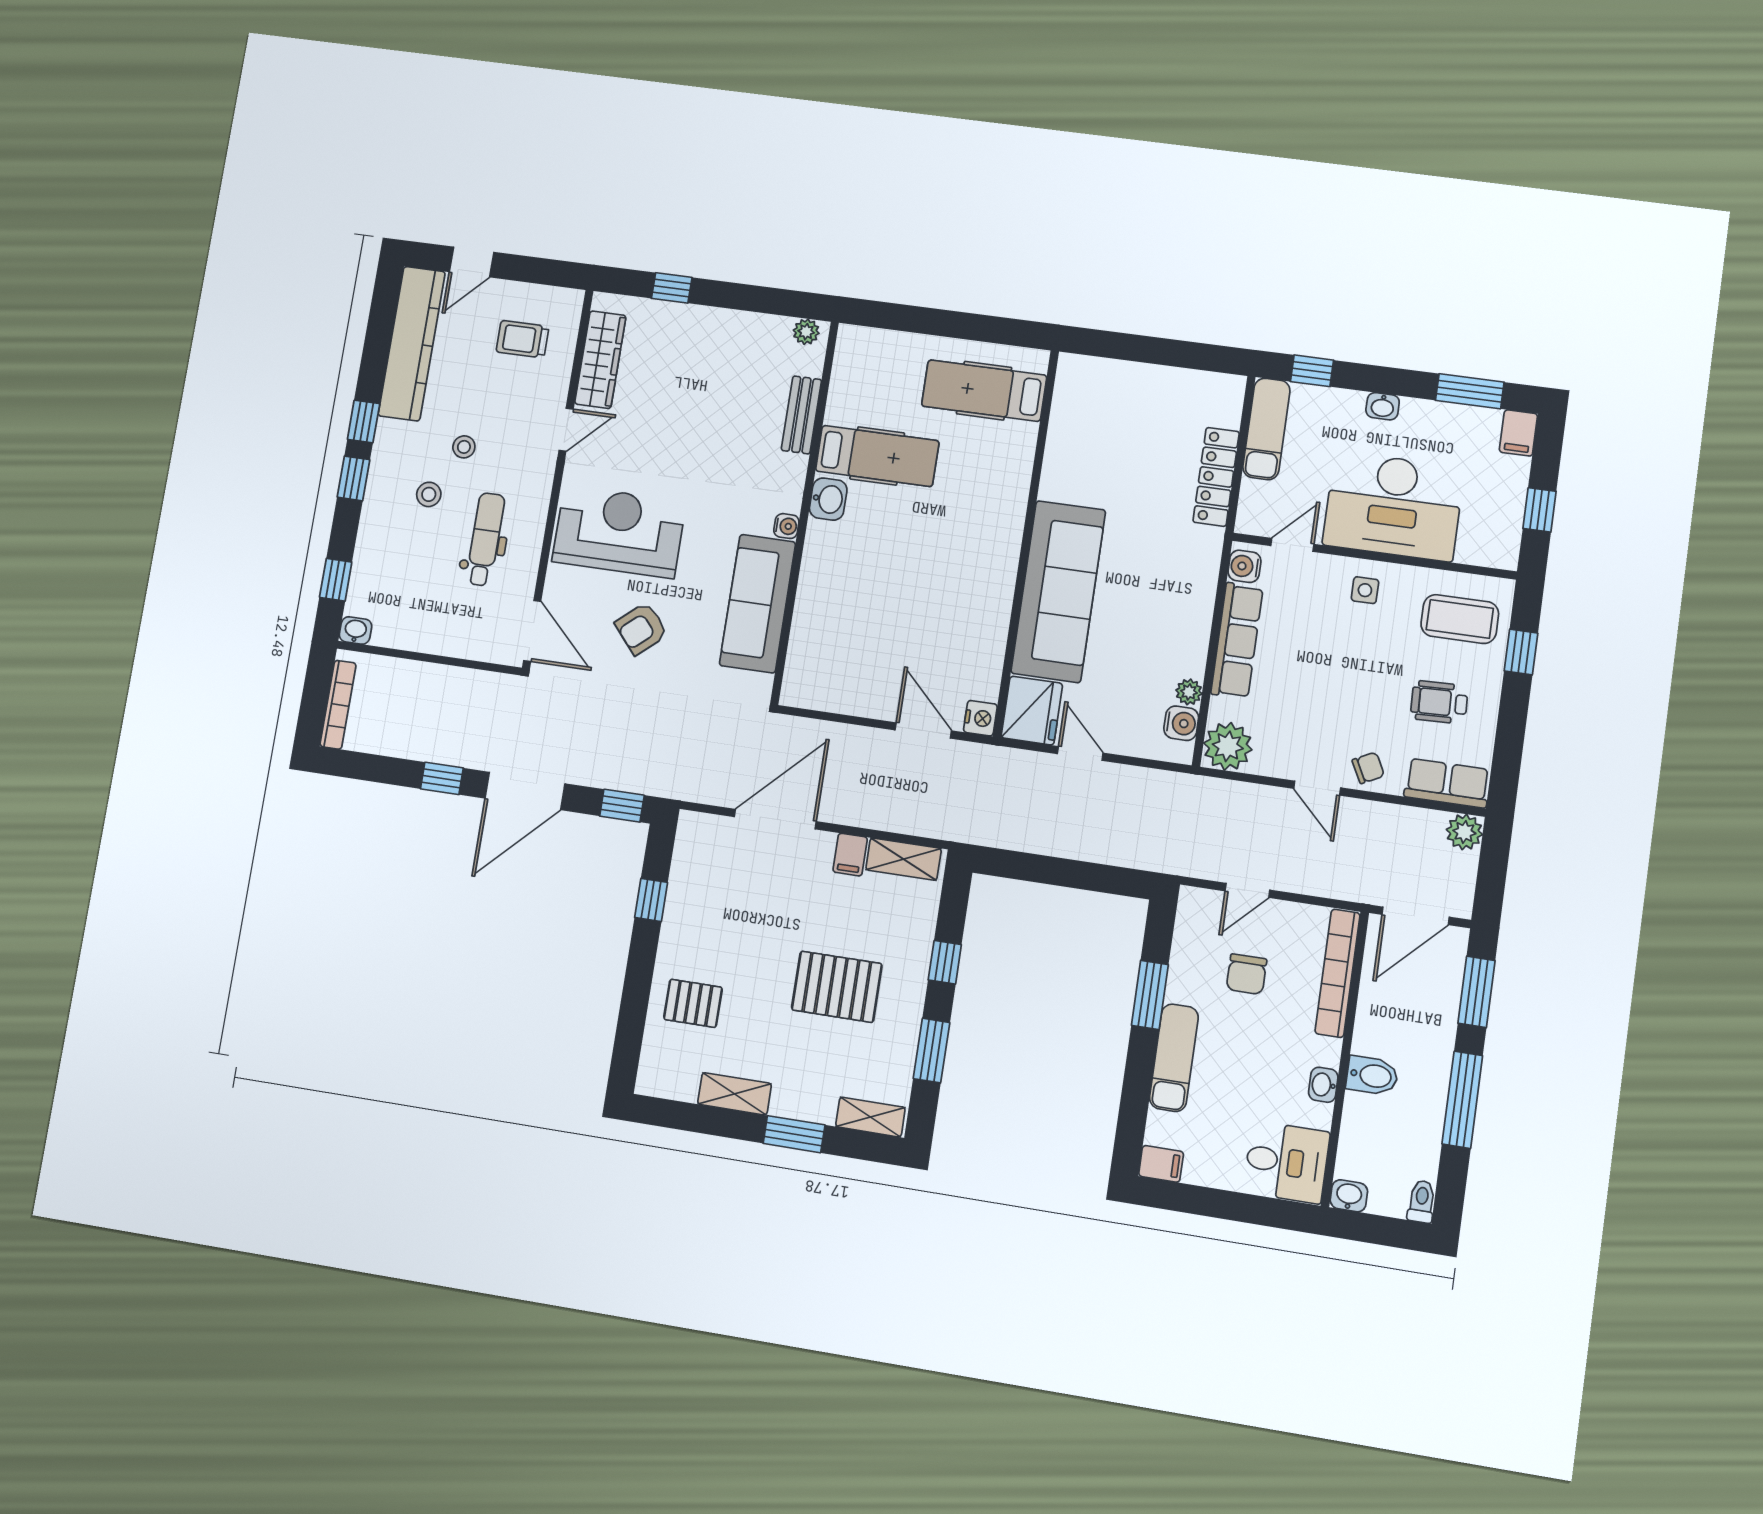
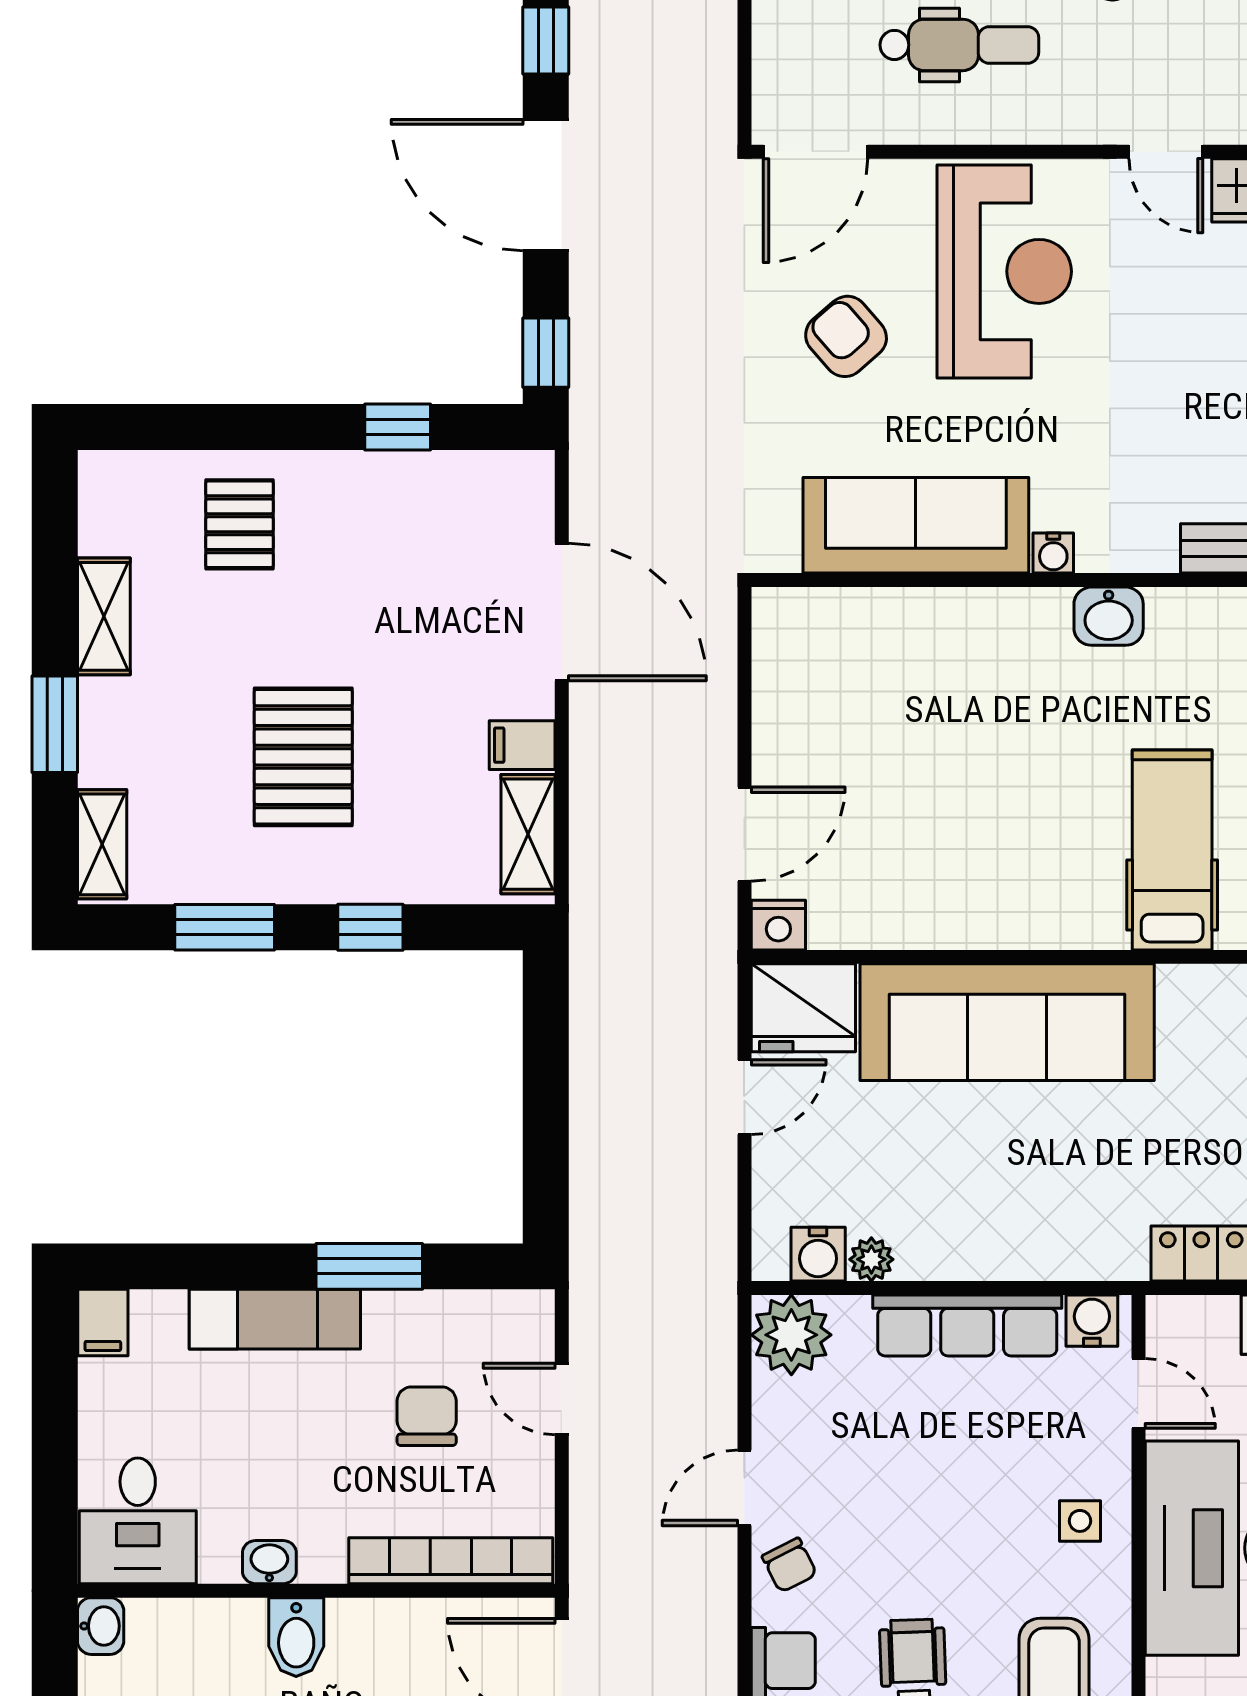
hospital bed: (877, 456) -> (1172, 850), moved, turned 180
chair: (1246, 974) -> (427, 1416), turned 90

